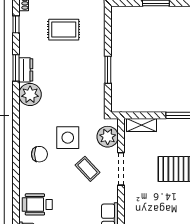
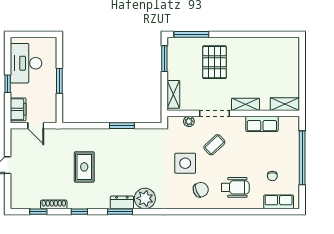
plant: (108, 137) -> (189, 121), width x0.53, depth x0.53
chair: (39, 154) -> (201, 190), turned 68
shelving: (131, 202) -> (246, 104), added
wheelchair: (37, 204) -> (235, 187), moved, turned -90

